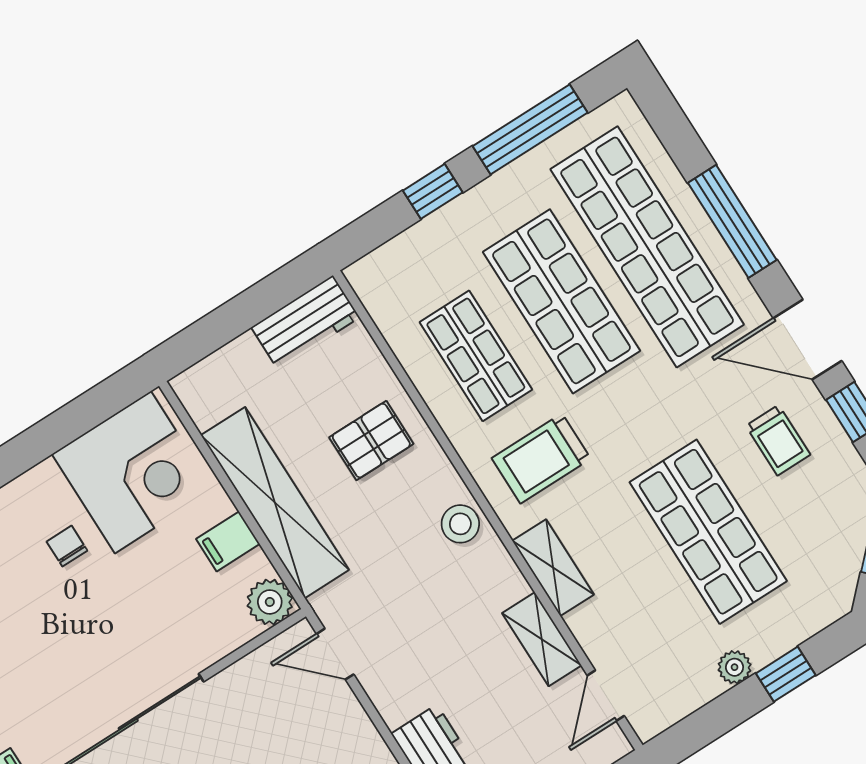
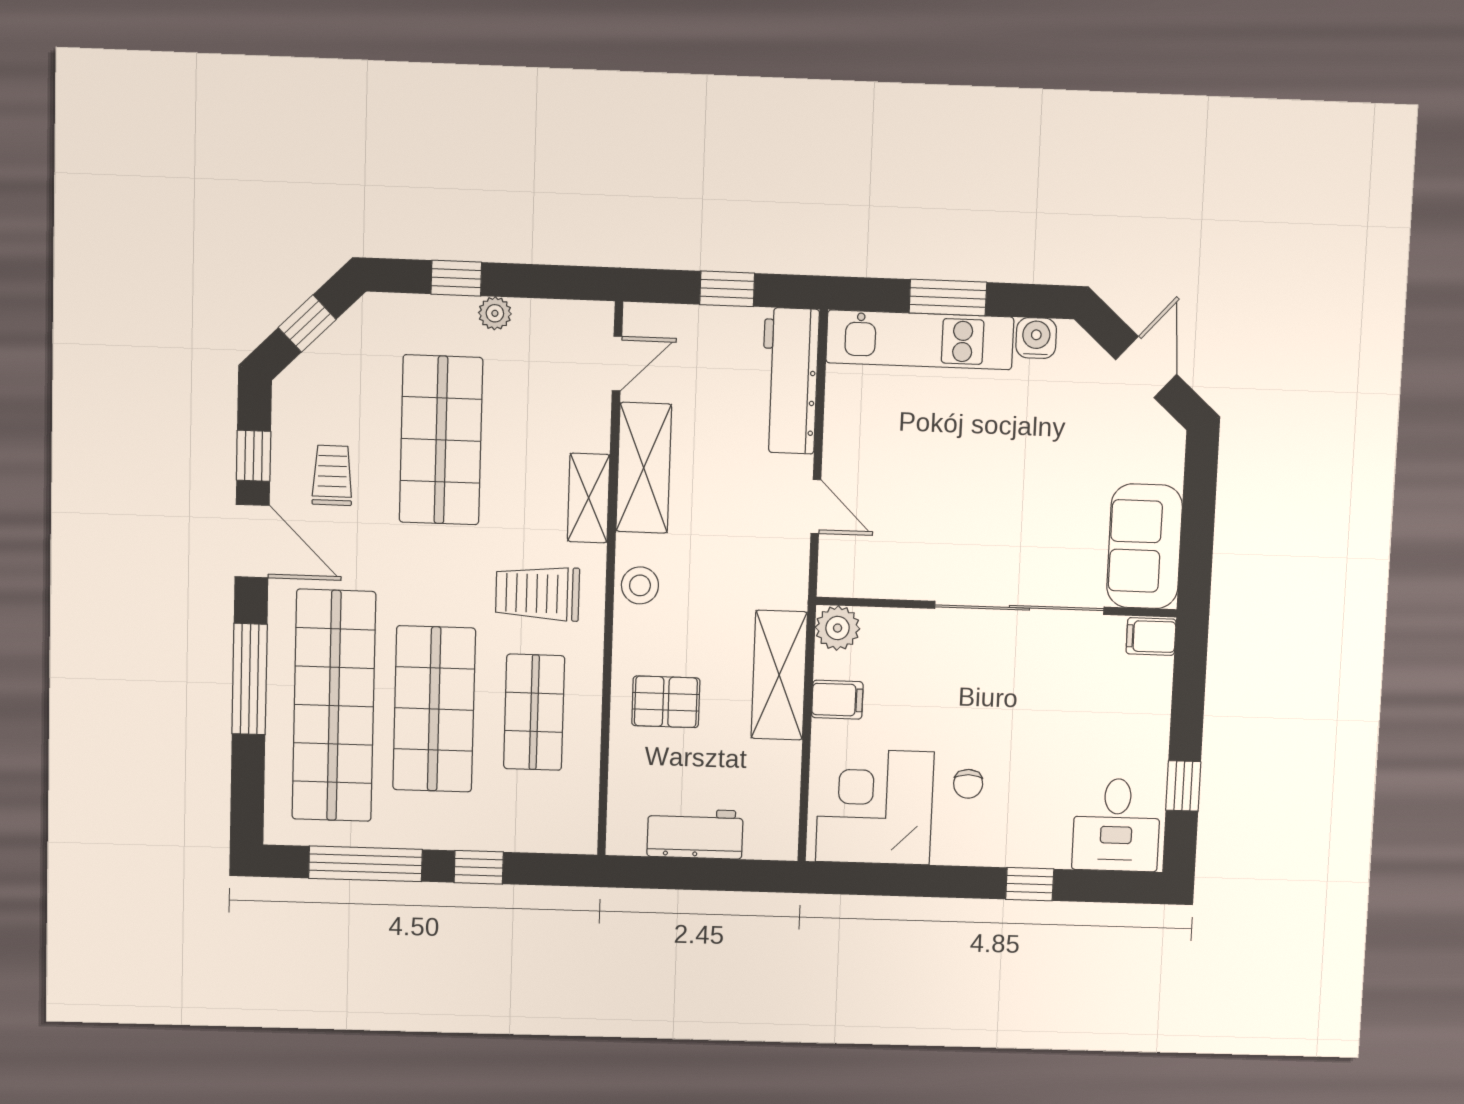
workbench: (305, 322) -> (695, 834), moved
trolley: (541, 458) -> (538, 593), turned 180
shelving: (275, 503) -> (779, 675), width x0.68
shelving: (542, 639) -> (644, 468), width x1.50, depth x1.33
door: (335, 654) -> (816, 507), moved

